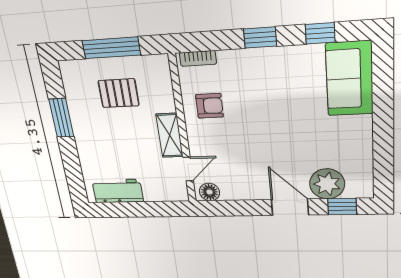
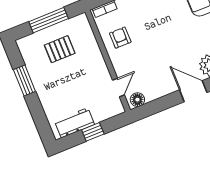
armchair: (209, 106) -> (120, 38), turned -90
shelving: (170, 135) -> (100, 67), removed
window: (139, 209) -> (93, 132), added

